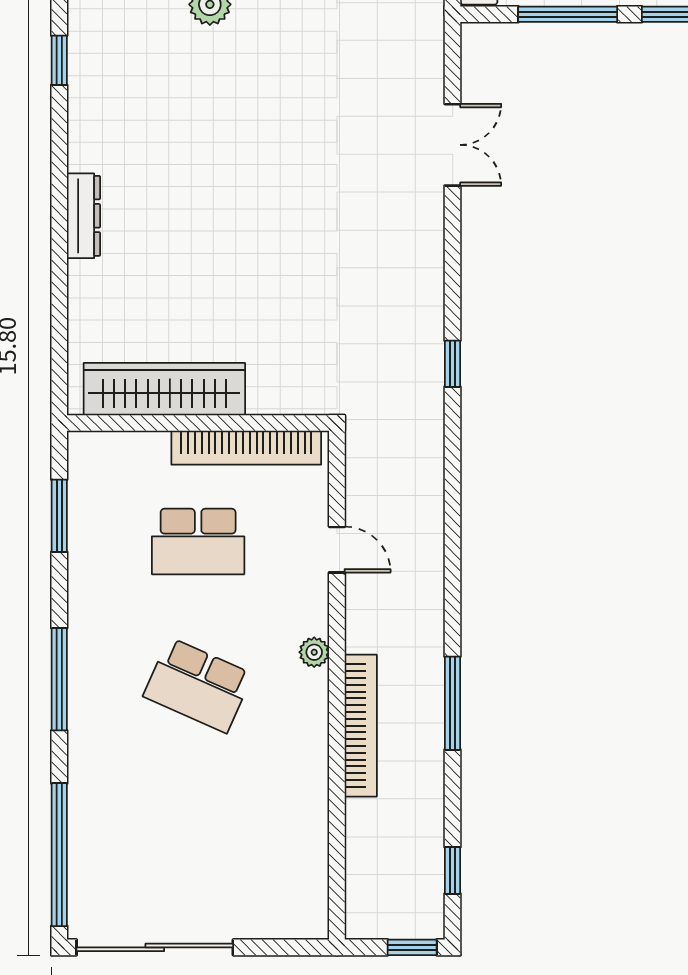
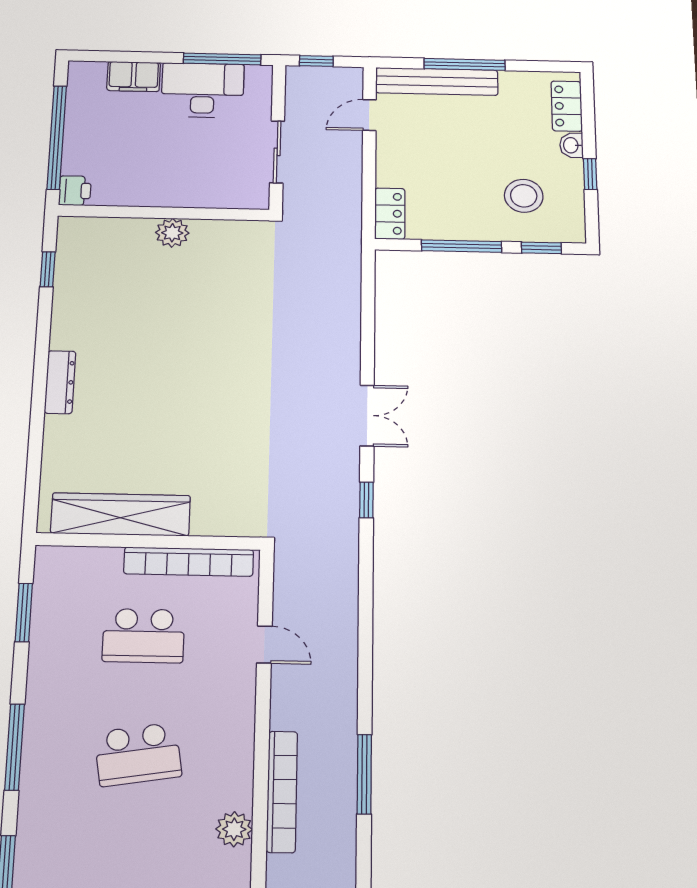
double door: (453, 145) -> (367, 416), moved
plant: (314, 652) -> (234, 829), moved, width x1.38, depth x1.38
school desk: (198, 685) -> (138, 754), turned -33

